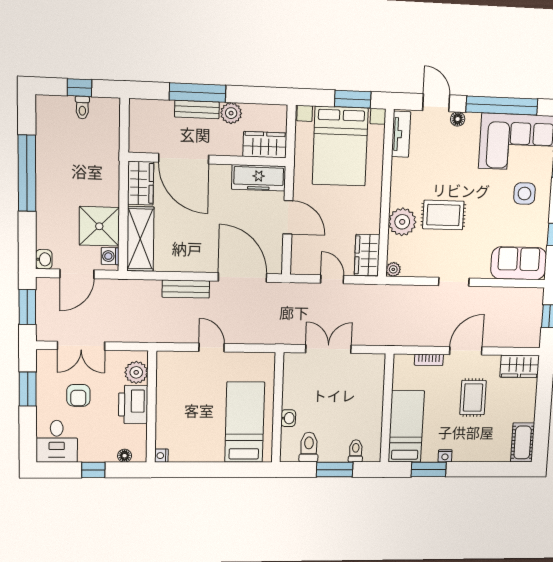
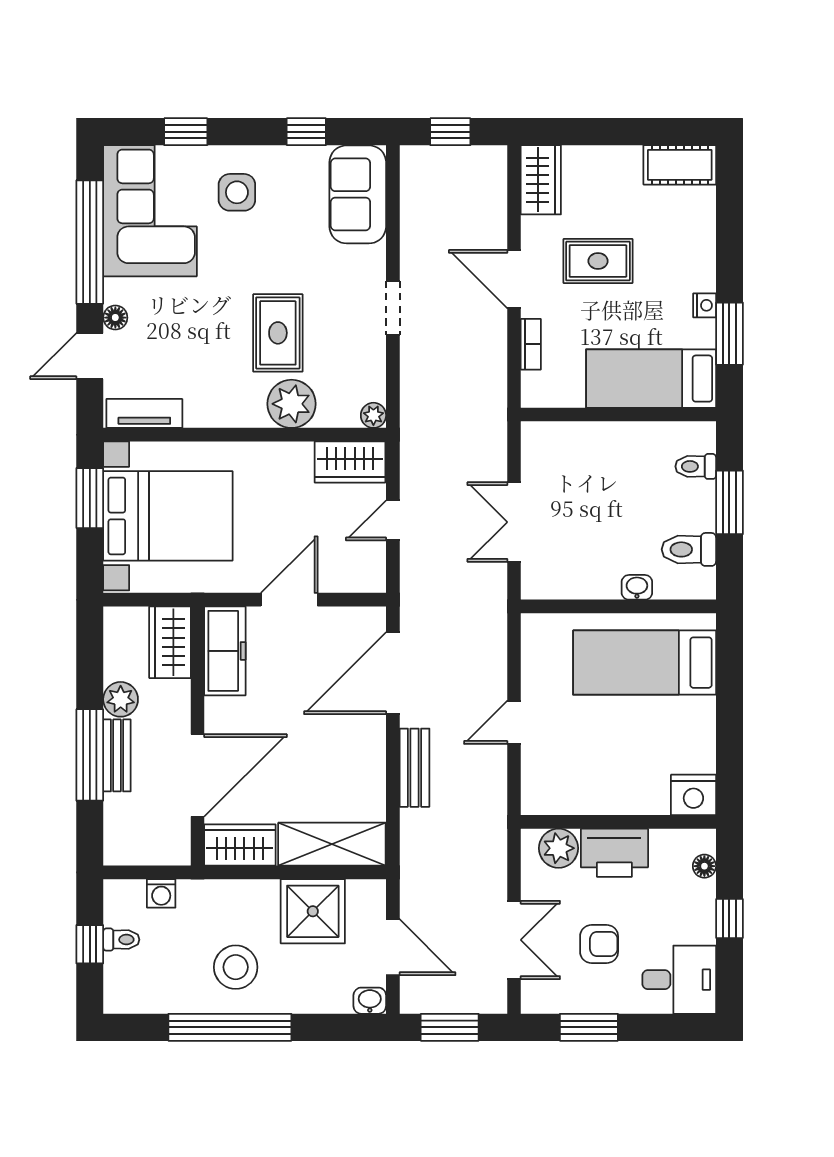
stool: (65, 178) -> (236, 967), added
washing machine: (110, 256) -> (161, 893), moved
nightstand: (161, 456) -> (693, 795), width x1.89, depth x1.79

